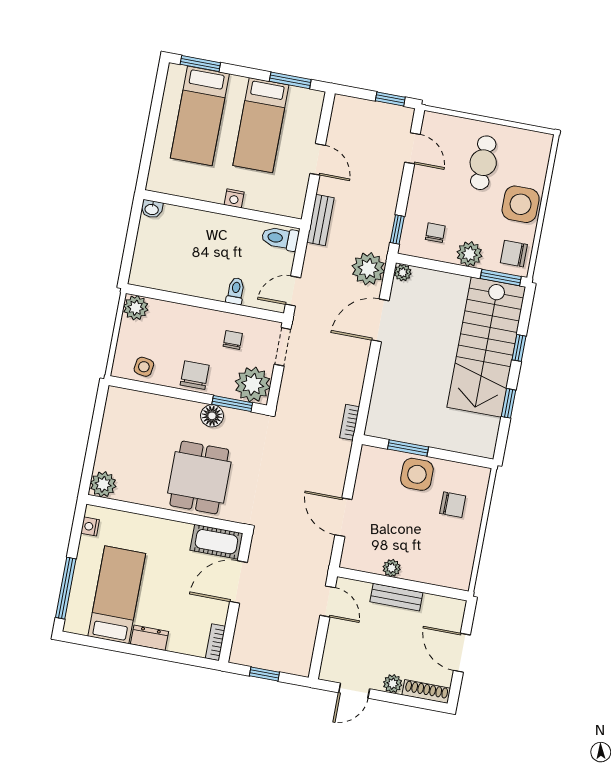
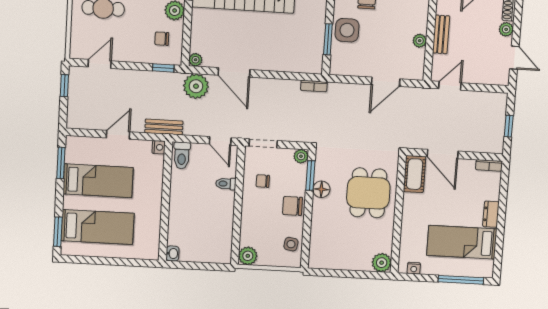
nightstand: (234, 198) -> (159, 147), moved
plant: (253, 384) -> (301, 156), width x0.53, depth x0.53
dining table: (199, 477) -> (368, 193), turned 90

